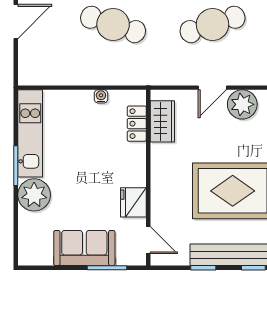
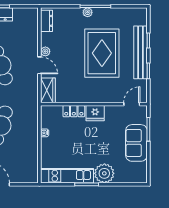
plant: (242, 104) -> (45, 51), width x0.53, depth x0.53
wardrobe: (162, 121) -> (48, 90), moved, turned 90
locker: (137, 124) -> (74, 111), moved
fridge: (133, 202) -> (95, 113), moved

